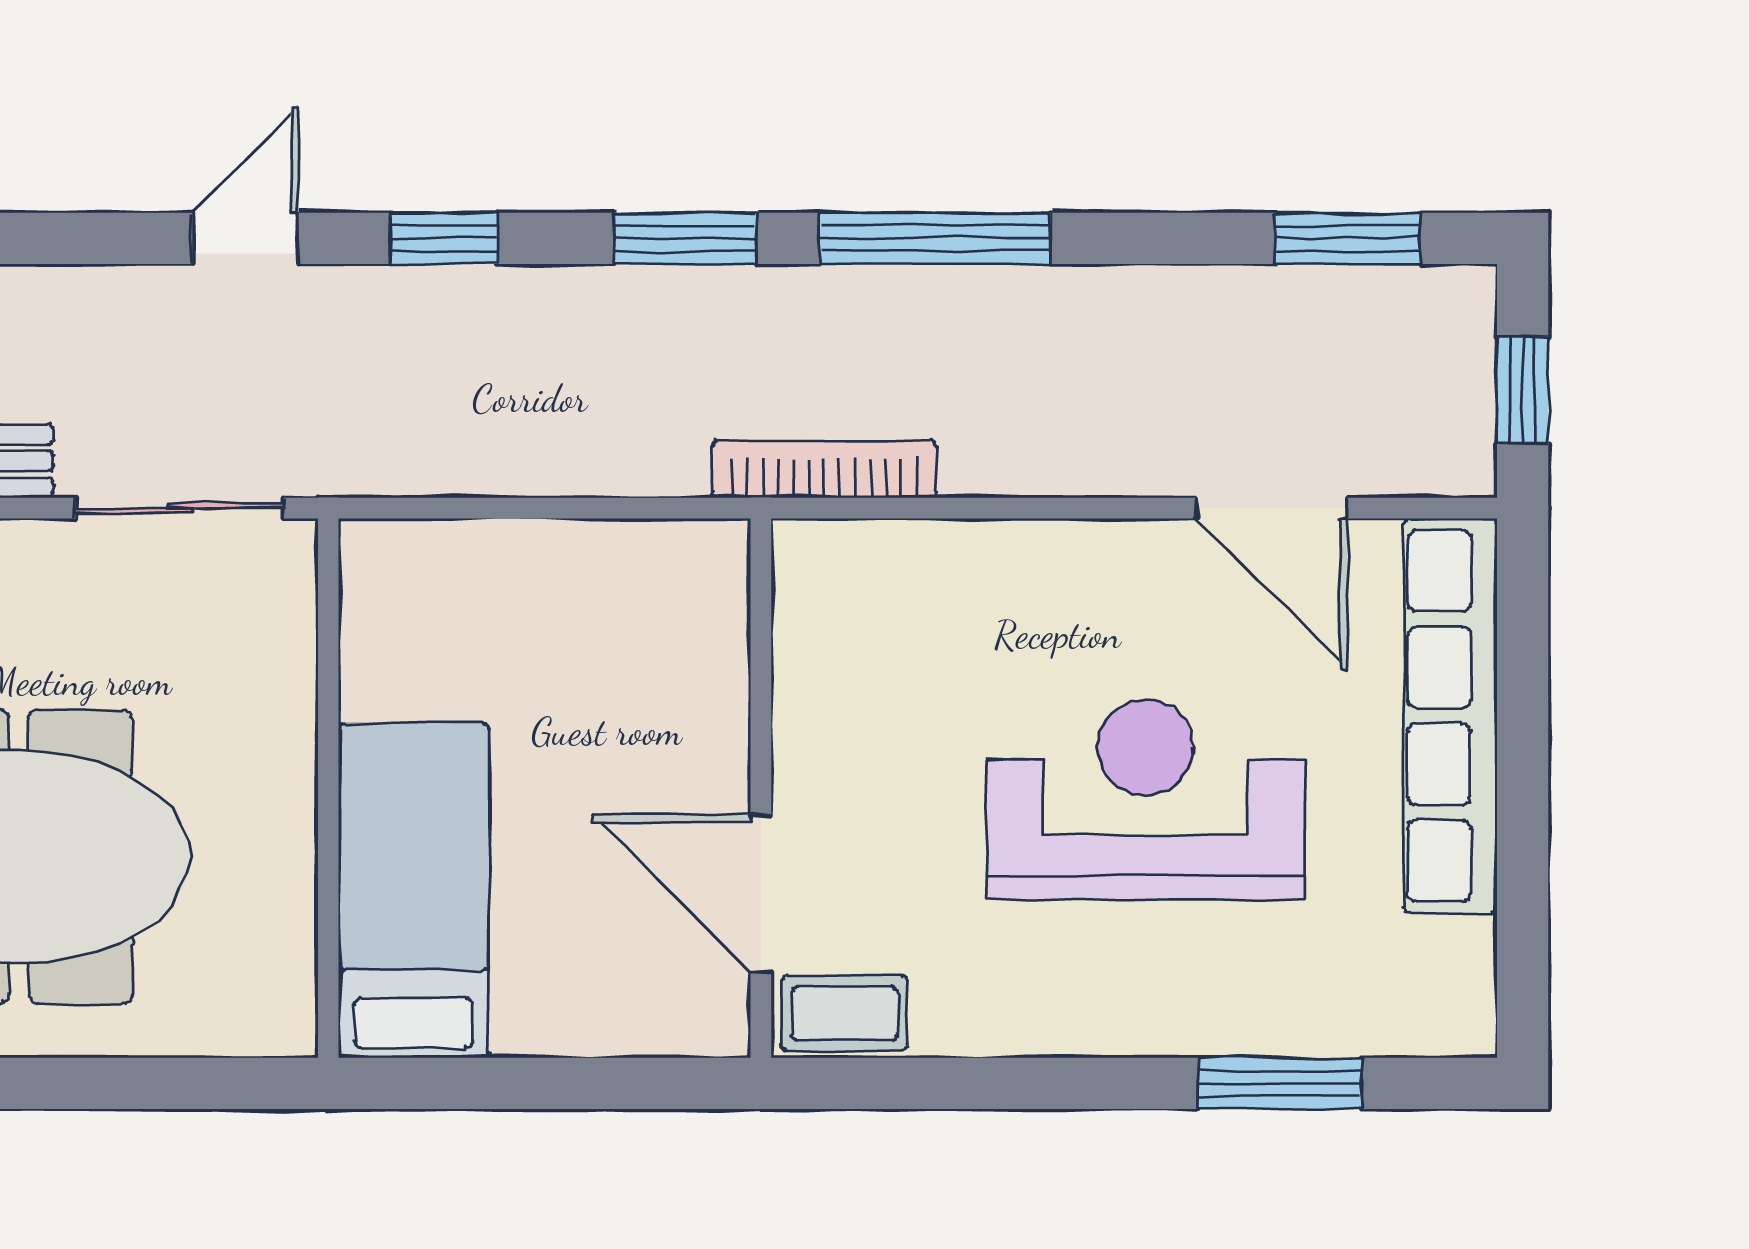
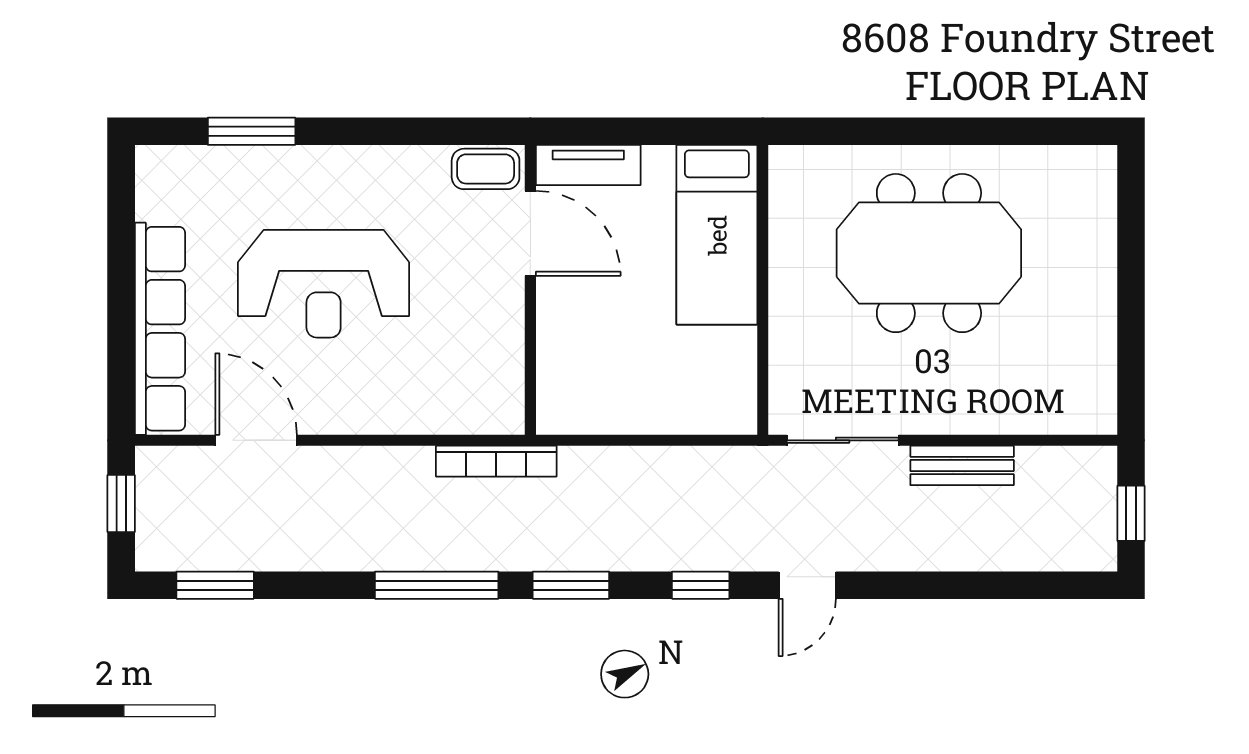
tv unit: (653, 1021) -> (588, 165), added

